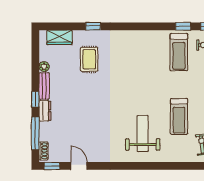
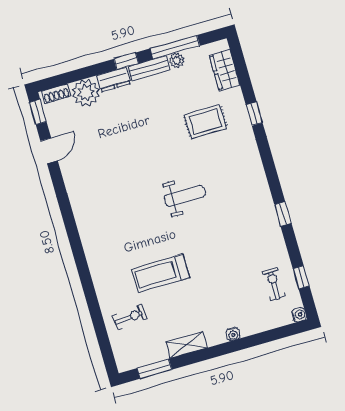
window: (183, 26) -> (283, 214), moved
treadmill: (179, 52) -> (252, 247), removed
plant: (48, 131) -> (86, 93), added
window: (35, 133) -> (175, 47), moved
weight bench: (143, 133) -> (185, 196), moved, width x0.73, depth x0.75

